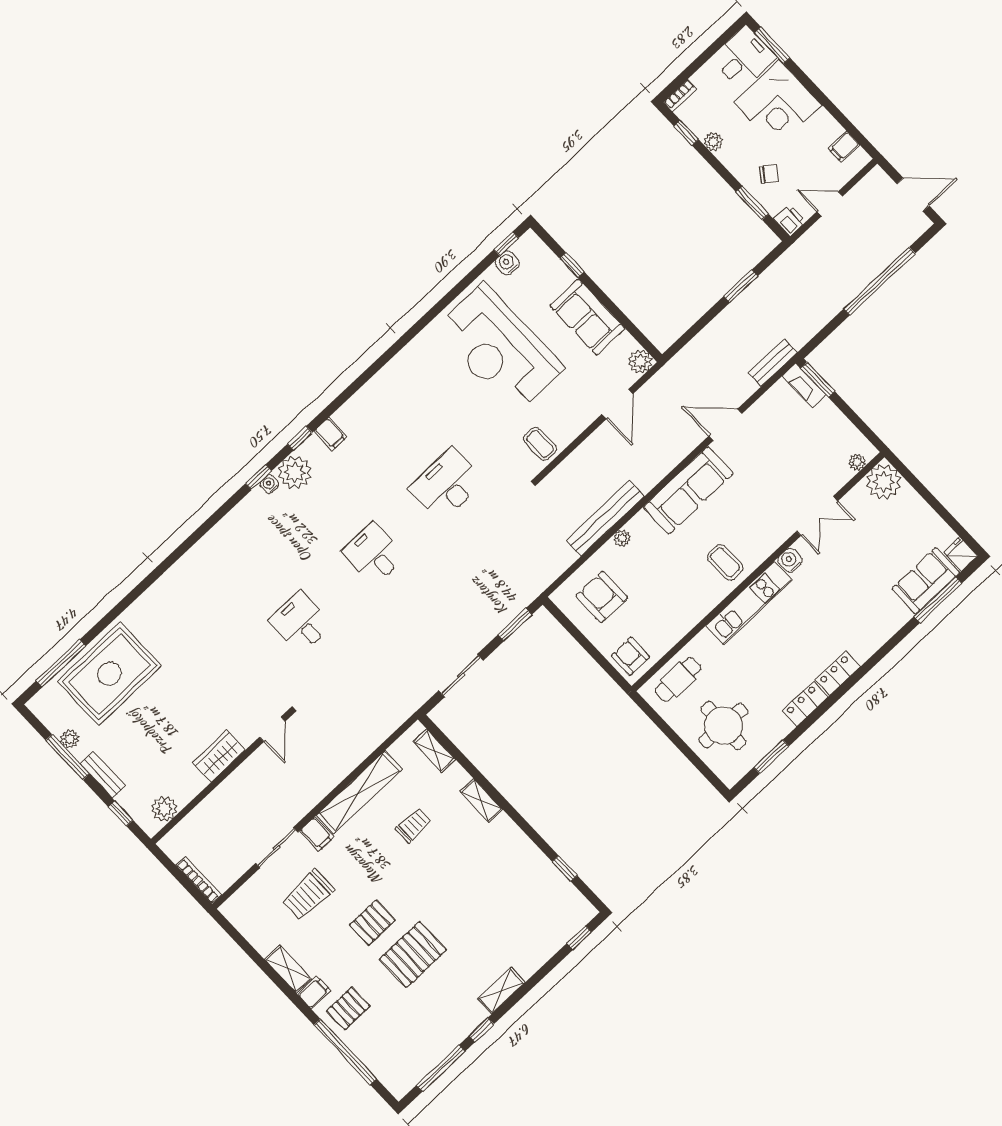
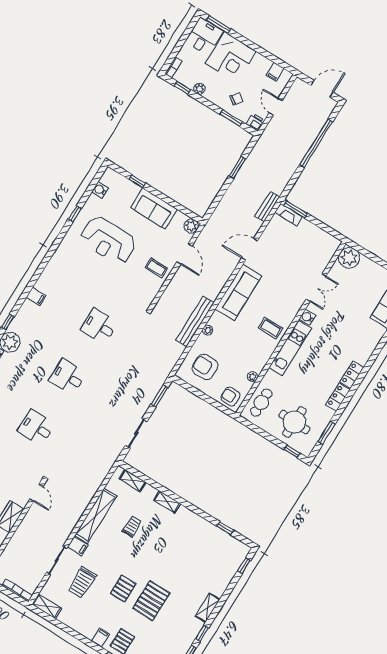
door: (830, 204) -> (276, 107), hinge flipped
window: (506, 244) -> (75, 214), moved
reception desk: (499, 349) -> (108, 240), width x0.74, depth x0.77
filing cabinet: (331, 434) -> (36, 297), moved
coffee table: (540, 444) -> (156, 268), moved
plant: (857, 462) -> (253, 377), moved
desk: (447, 485) -> (99, 326), width x0.73
window: (707, 773) -> (292, 451), added
shelving: (288, 969) -> (47, 606), moved

